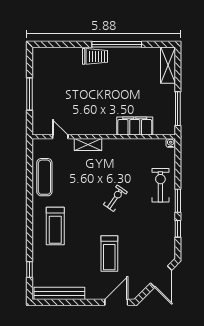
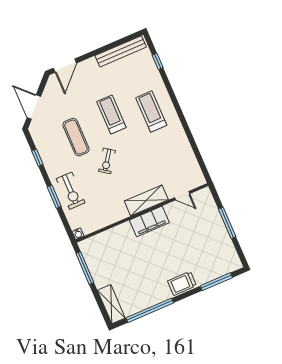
window: (63, 44) -> (216, 282), added
window: (117, 44) -> (150, 310), moved
filing cabinet: (135, 126) -> (149, 221), moved
shelving: (88, 144) -> (146, 200), width x1.50, depth x1.33
exercise mat: (44, 177) -> (76, 137), moved
window: (178, 201) -> (54, 197), moved
treadmill: (109, 254) -> (111, 115), moved

